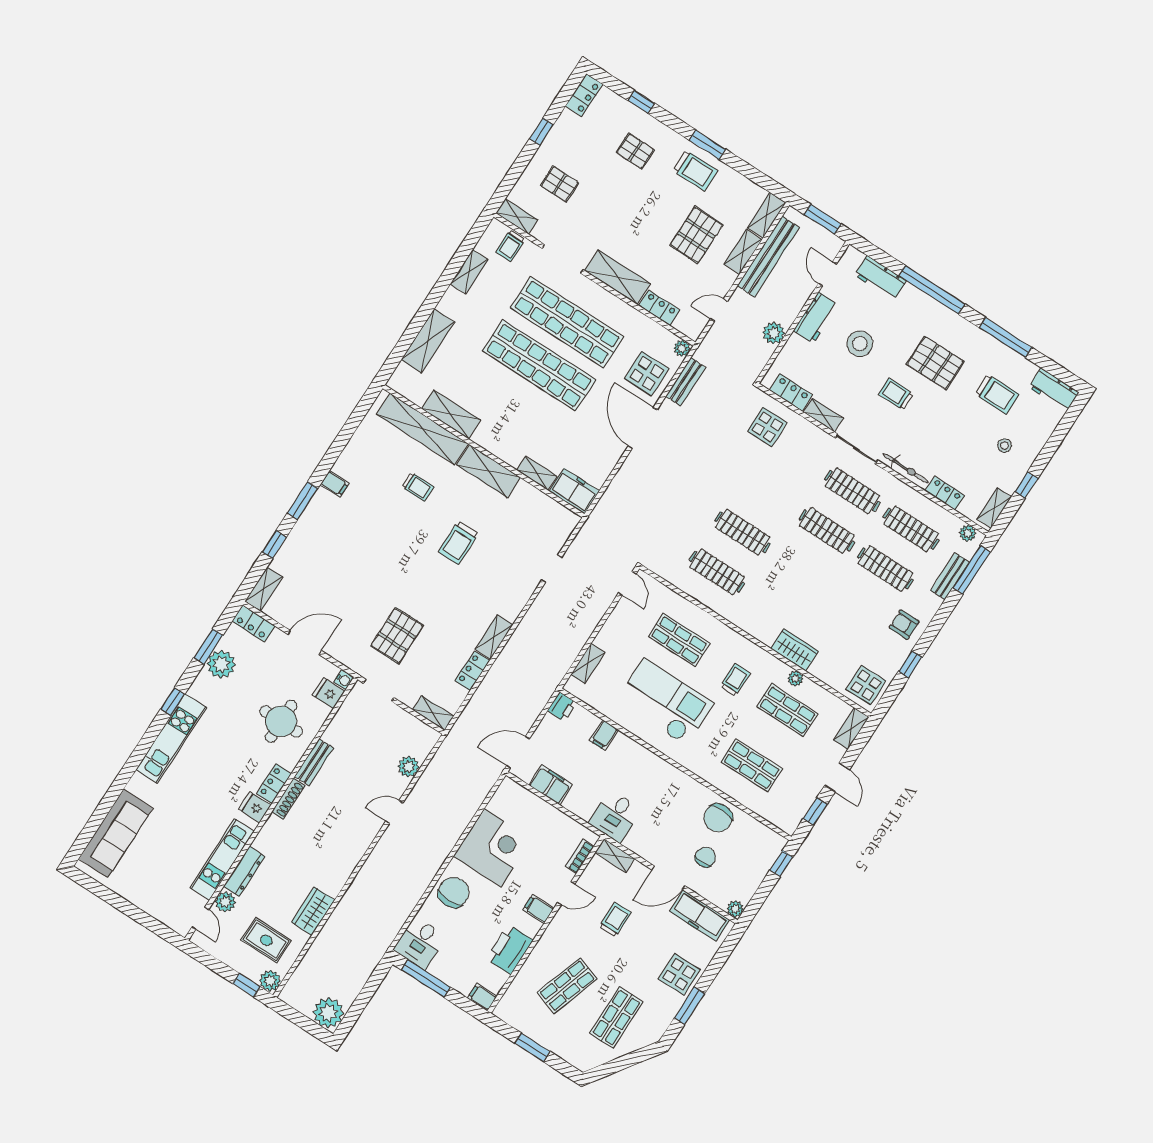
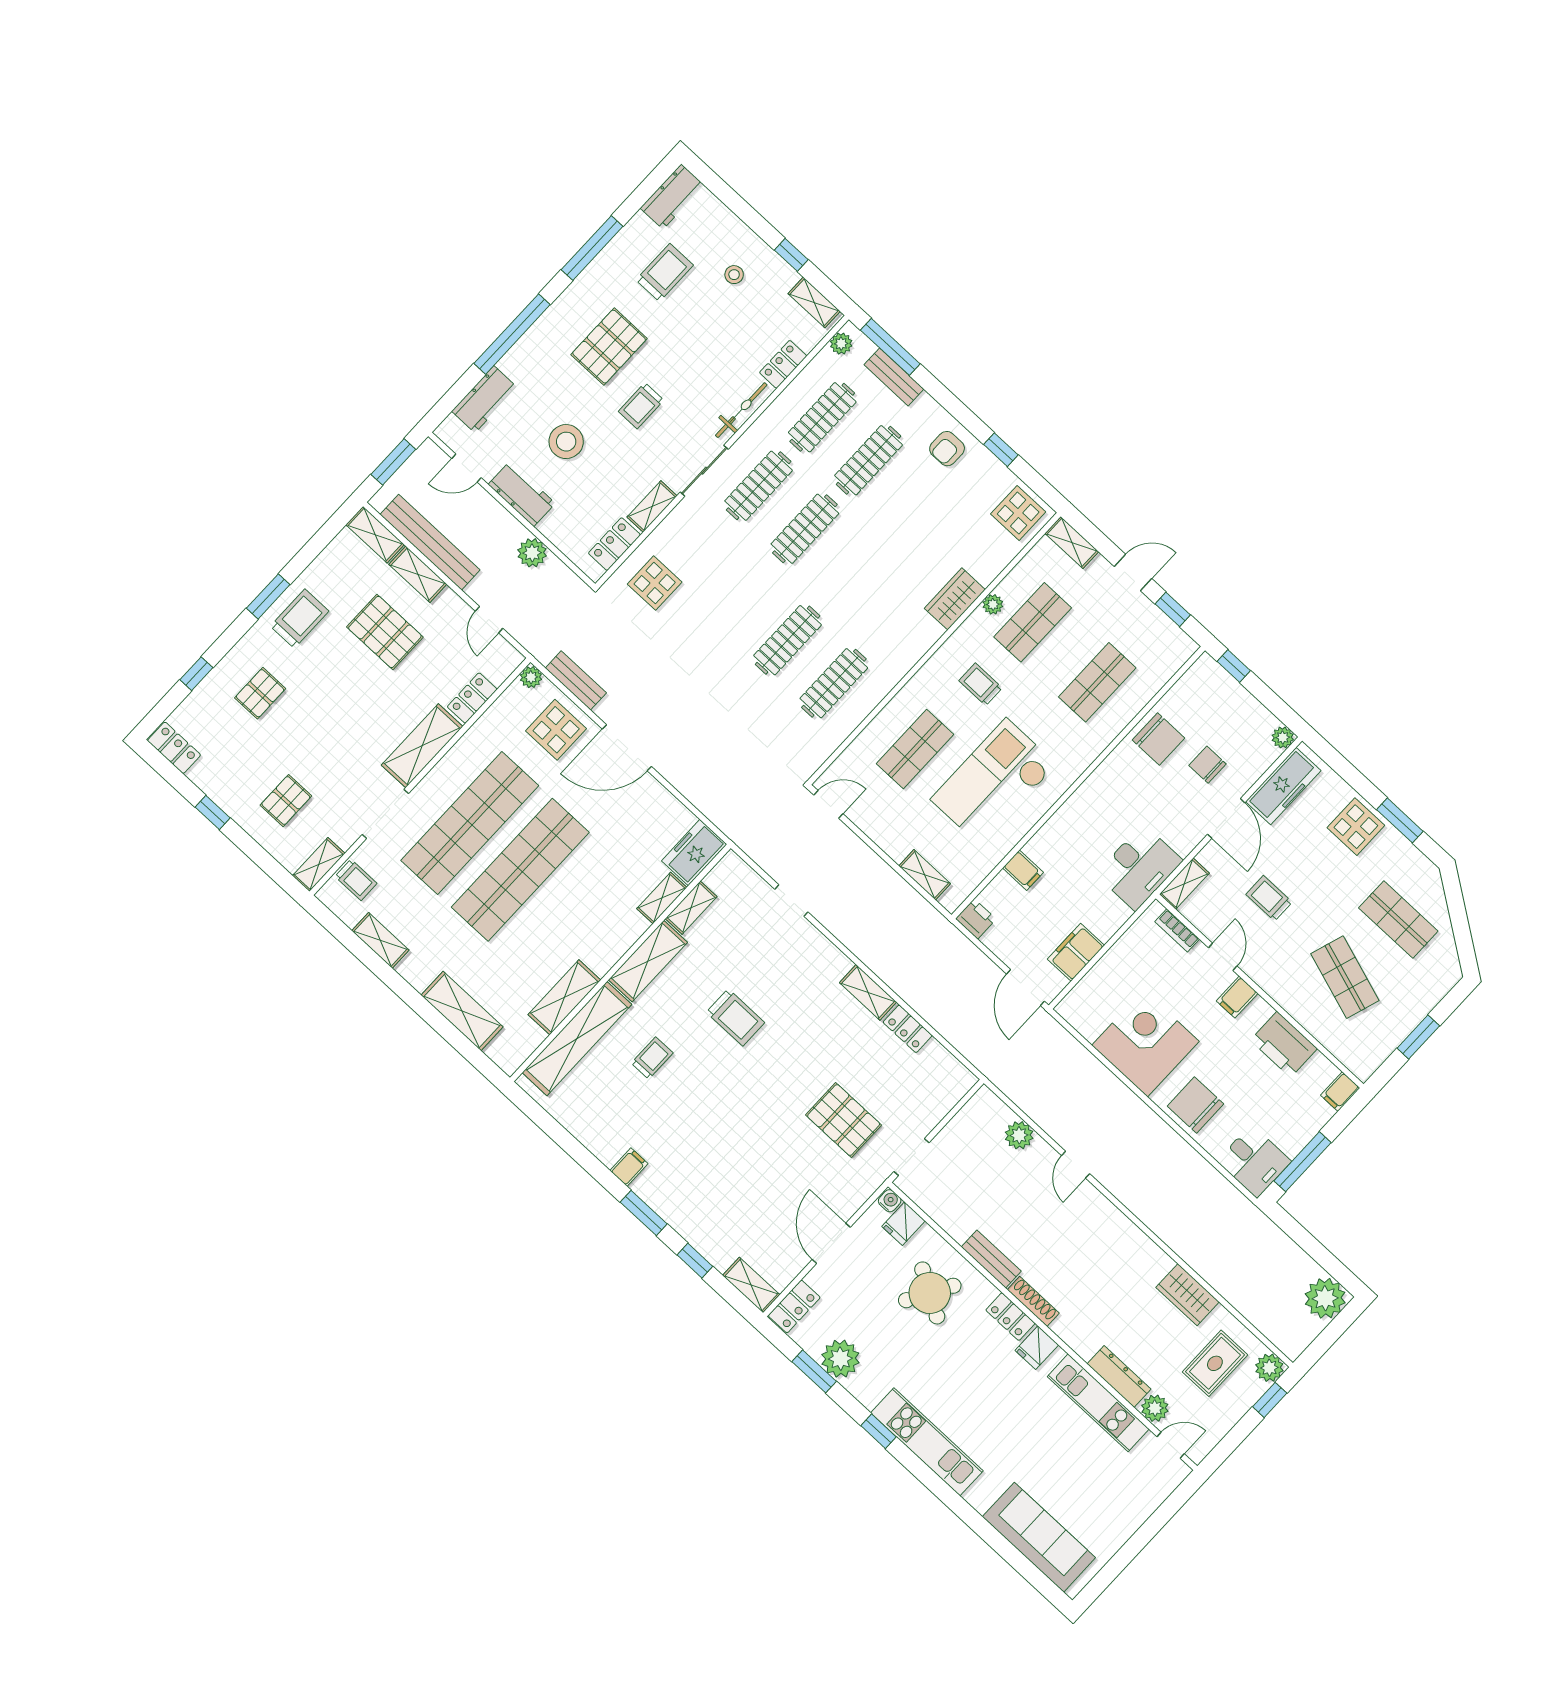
shelving: (433, 713) -> (691, 908), moved
round table: (281, 721) -> (930, 1293), turned 30
desk: (615, 816) -> (1139, 867), width x1.37

